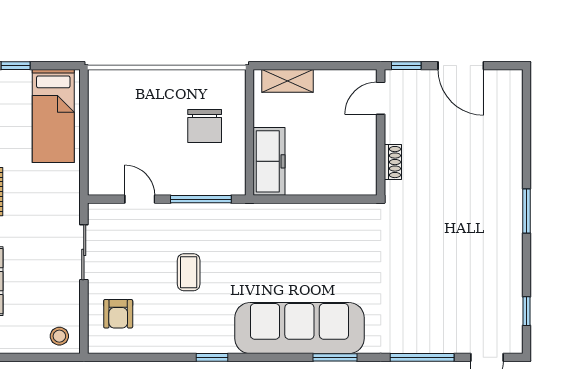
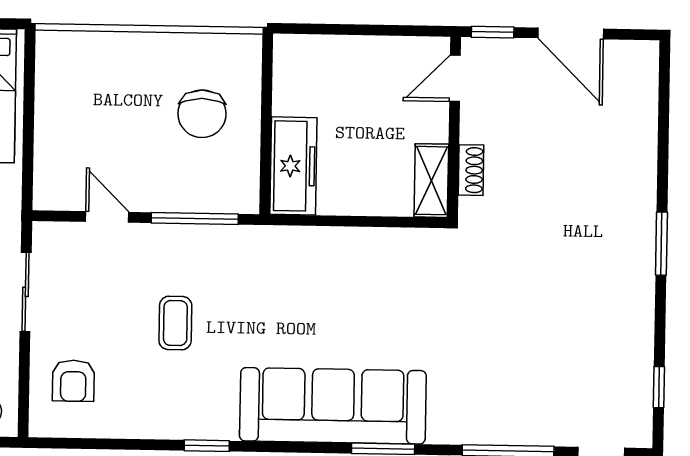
shelving: (288, 81) -> (431, 181), moved, turned 90

